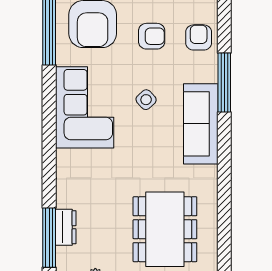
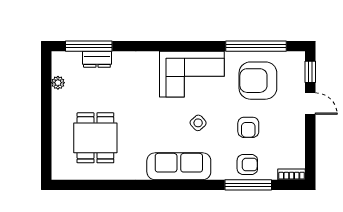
window: (224, 83) -> (248, 185), moved
dining table: (165, 229) -> (95, 138), width x0.73

